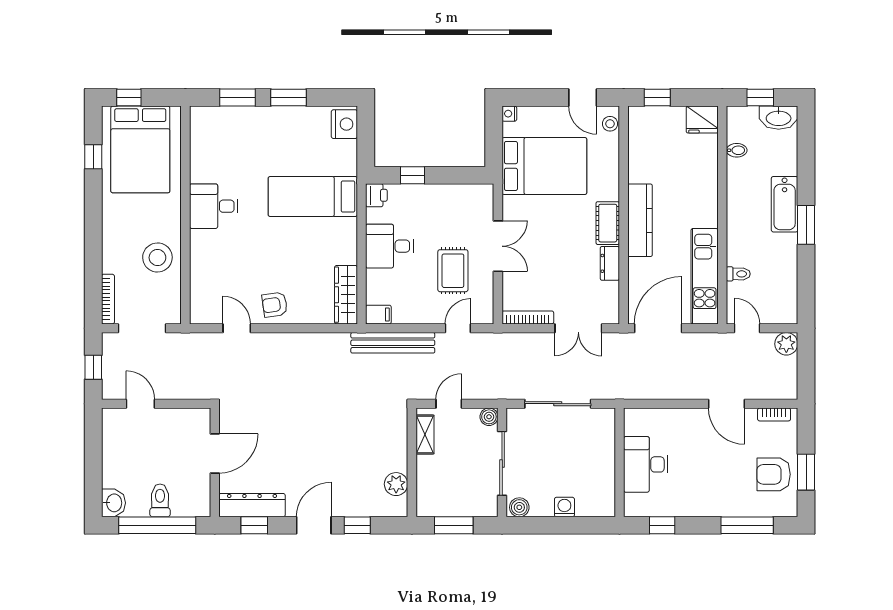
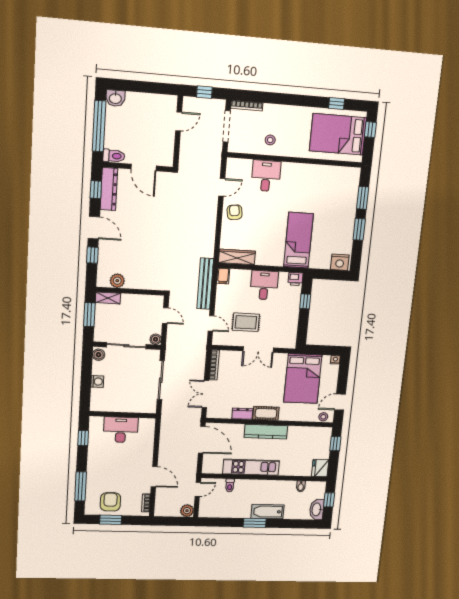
desk: (214, 206) -> (266, 176), moved
stool: (157, 258) -> (270, 140), width x0.53, depth x0.53
kitchen unit: (705, 276) -> (251, 467), moved
door: (726, 404) -> (154, 477), swing flipped
shelving: (425, 435) -> (108, 298), moved
toilet: (160, 500) -> (114, 156), moved

